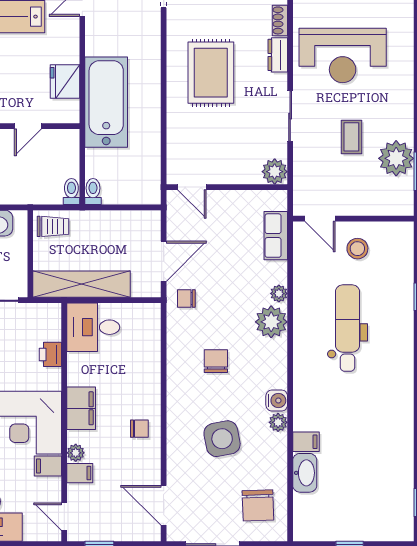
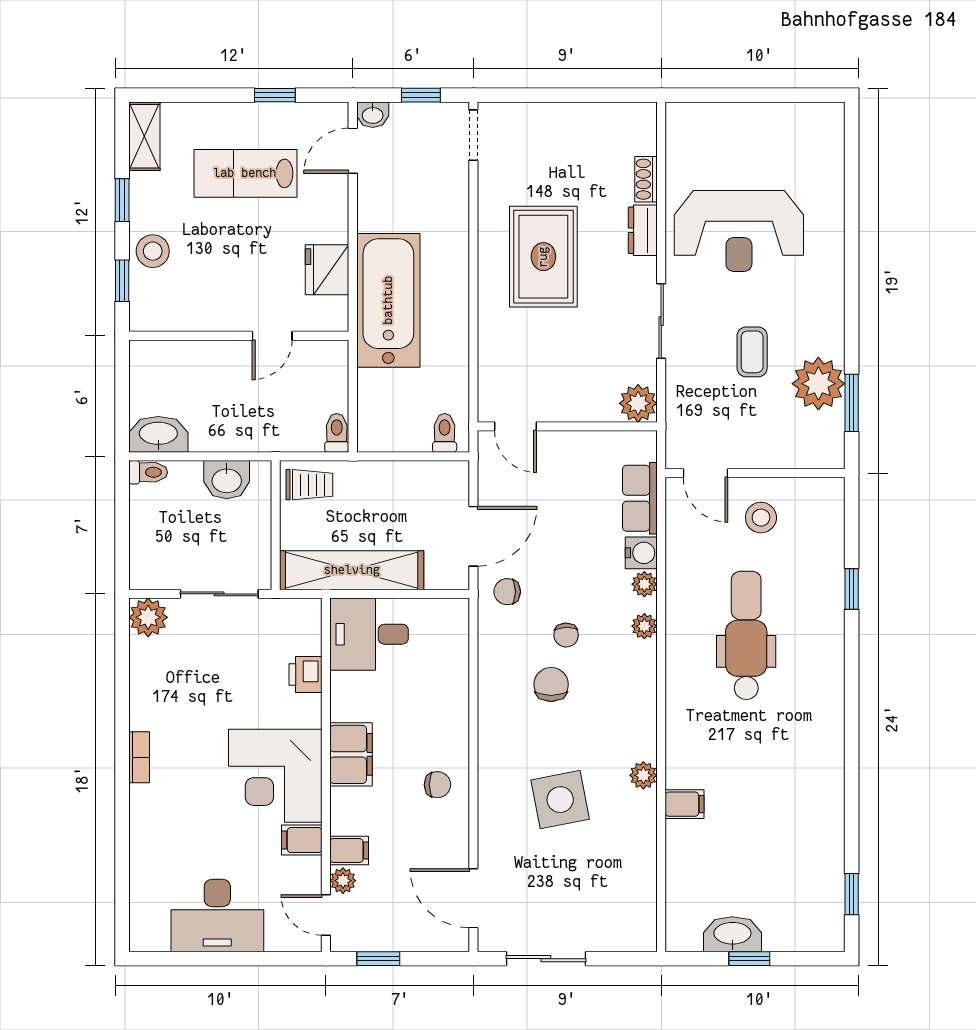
toilet: (93, 192) -> (445, 433), moved
plant: (271, 322) -> (644, 626), width x0.53, depth x0.53
water cooler: (277, 401) -> (641, 553), moved
plant: (76, 453) -> (343, 881), moved
washbasin: (305, 473) -> (732, 934), moved, turned -90
chair: (258, 505) -> (566, 635), moved, width x0.54, depth x0.54

